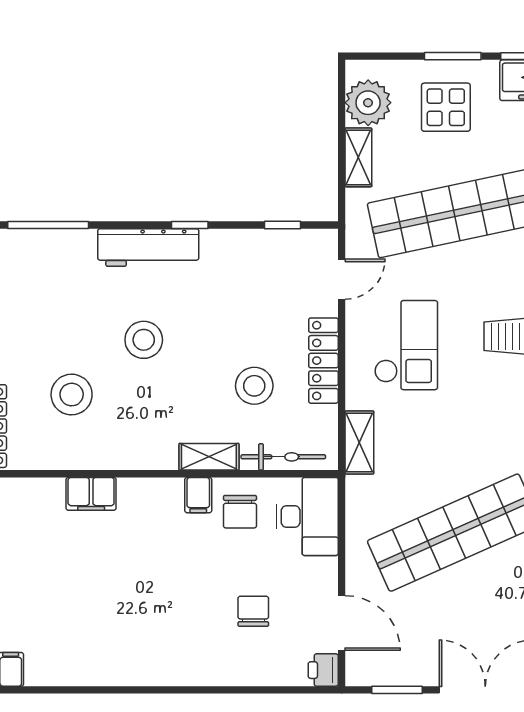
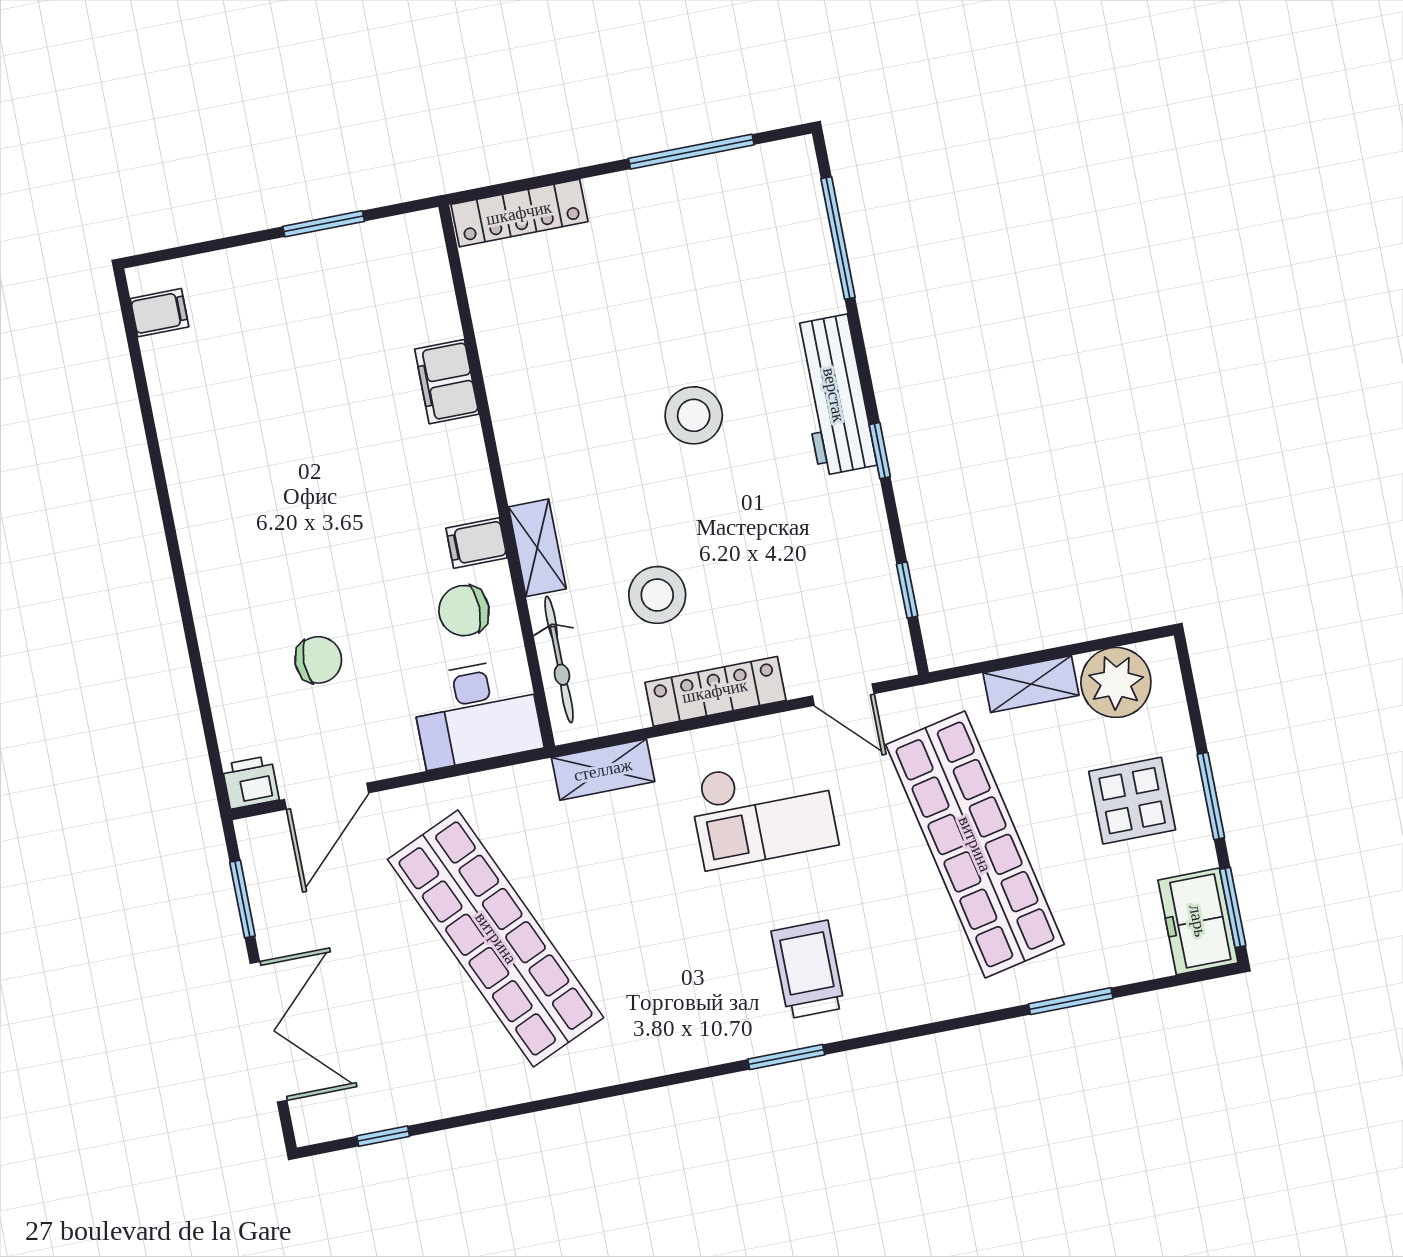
stool: (72, 395) -> (590, 323), removed

